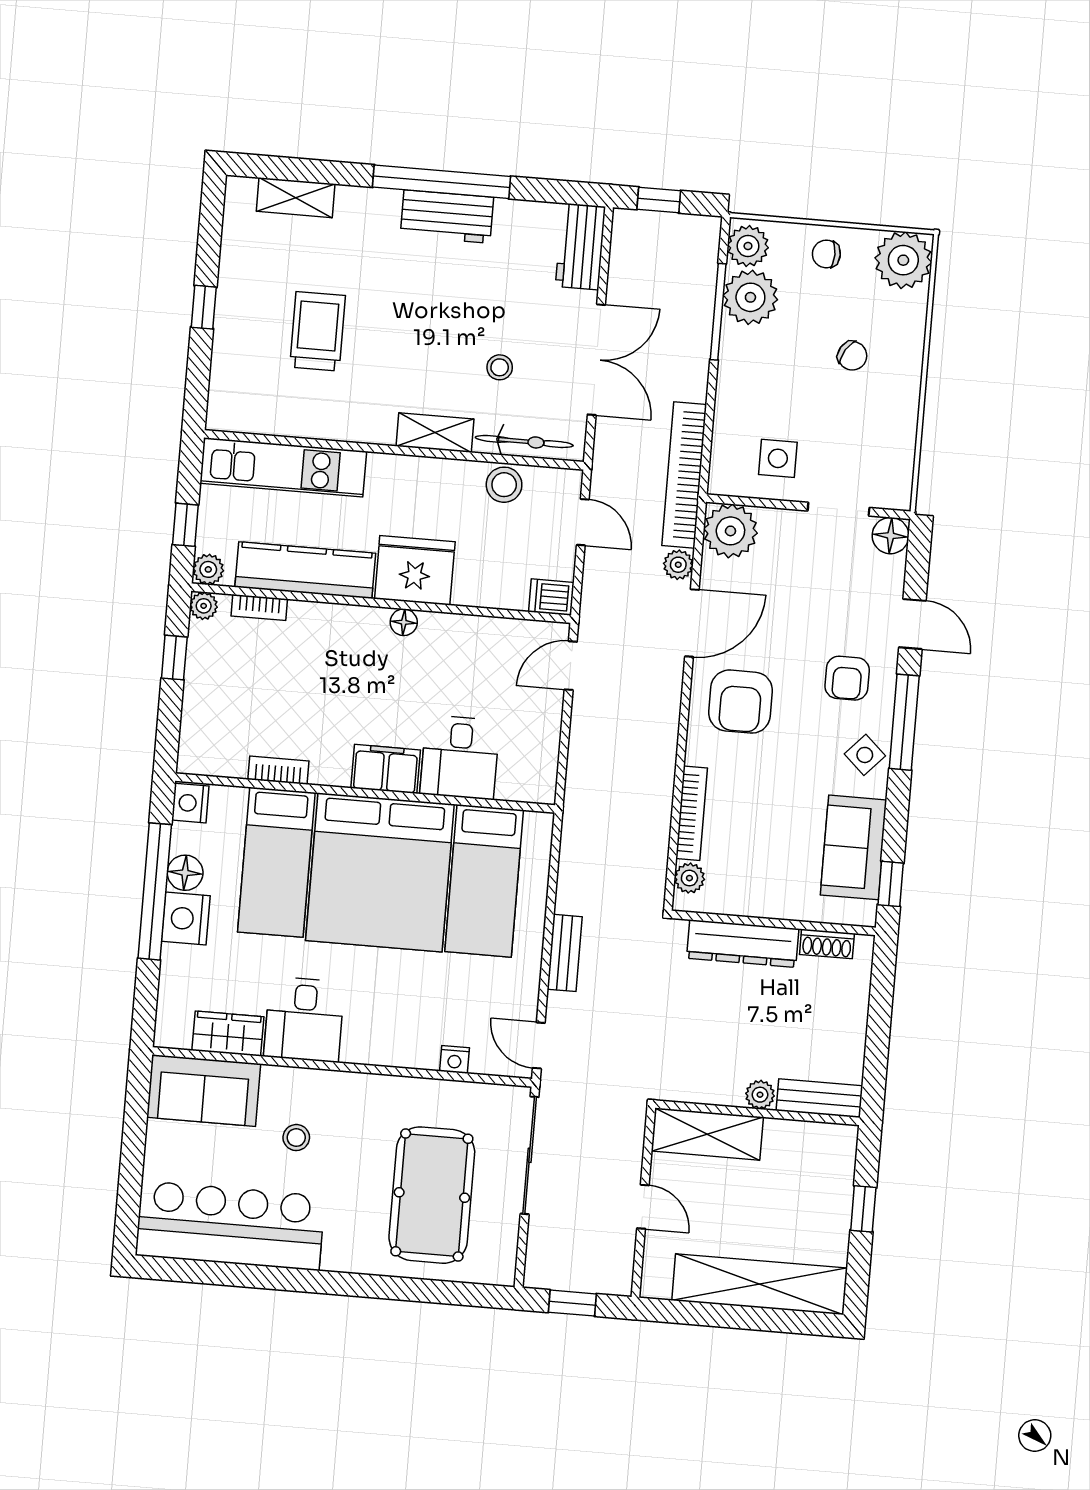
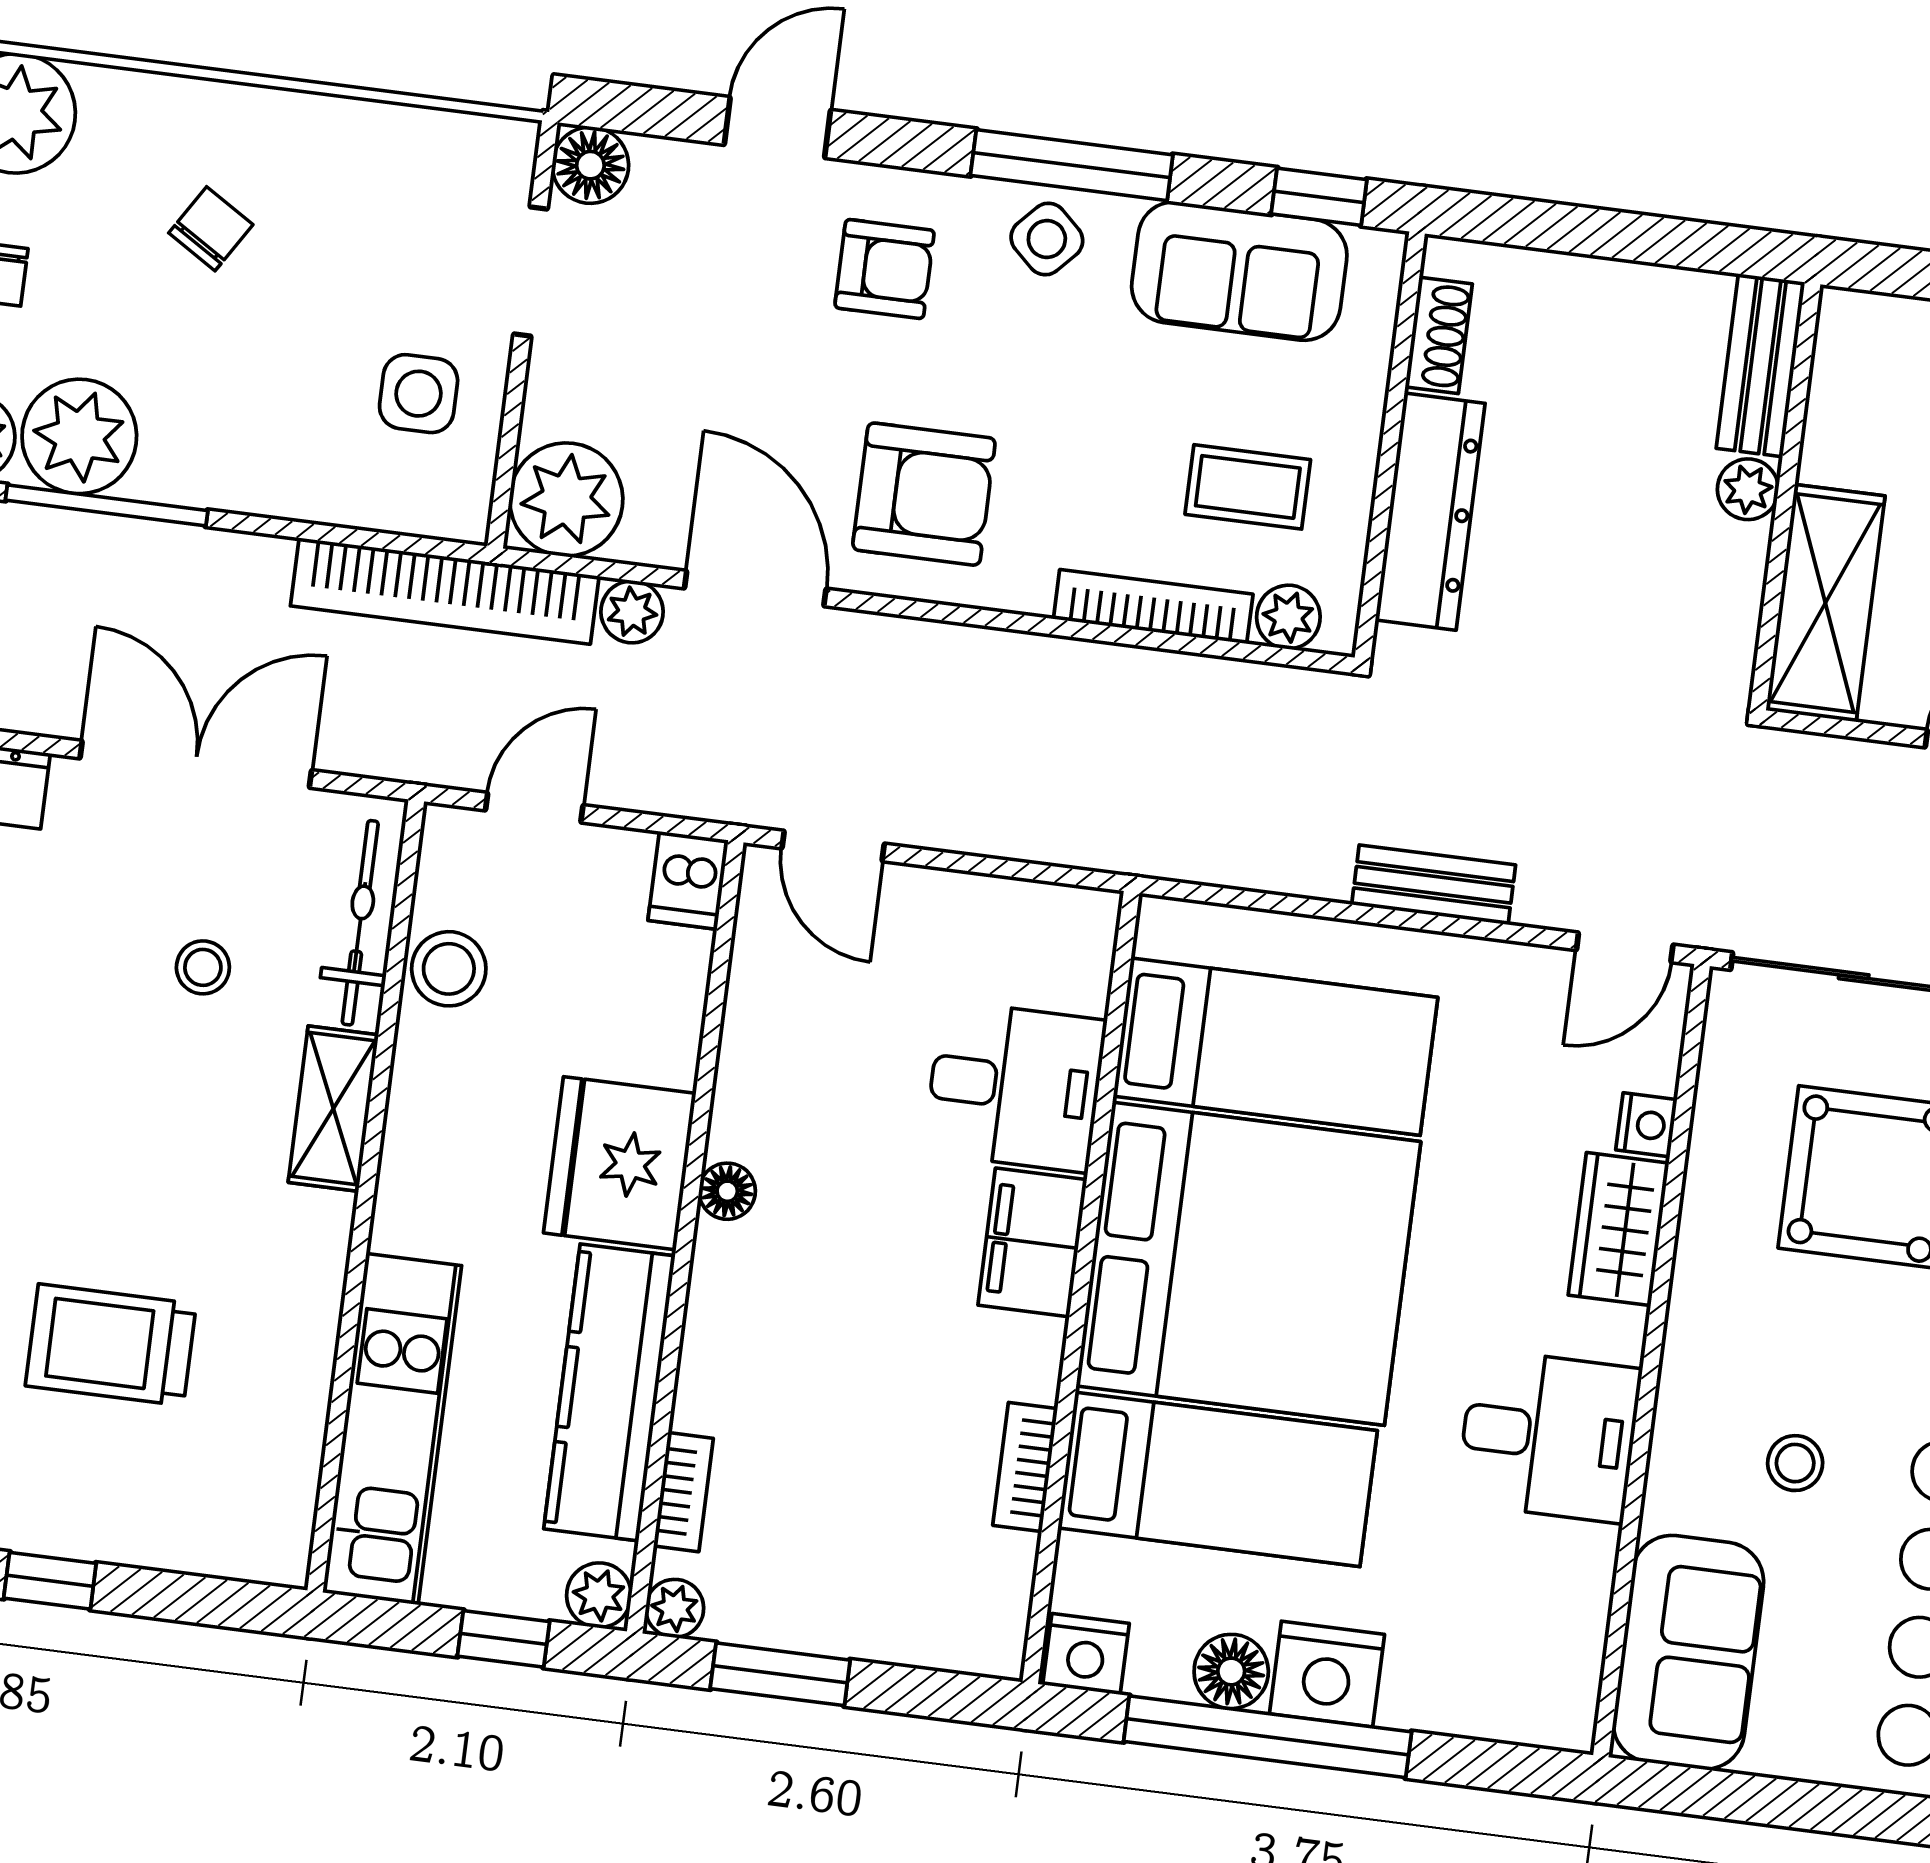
window: (174, 658) -> (780, 1674), width x1.50
window: (904, 722) -> (1072, 165), moved
coffee table: (751, 856) -> (1248, 487), added
wardrobe: (228, 1034) -> (1619, 1229), moved

